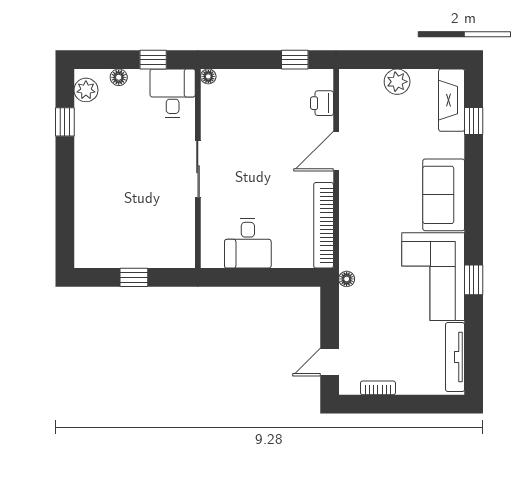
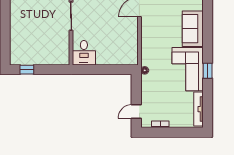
bookcase: (324, 225) -> (133, 44), removed
desk: (248, 243) -> (84, 53), moved
window: (134, 277) -> (27, 70), moved

